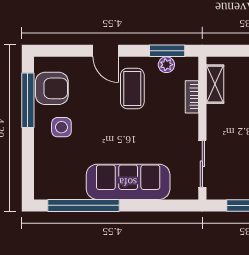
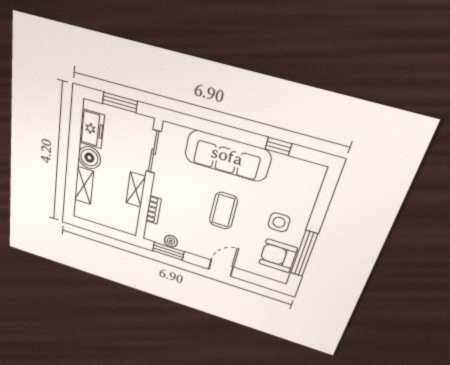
door: (106, 51) -> (221, 268), hinge flipped
shelving: (215, 84) -> (136, 190), moved
coffee table: (132, 88) -> (223, 211), moved
window: (83, 205) -> (278, 146), width x0.32

